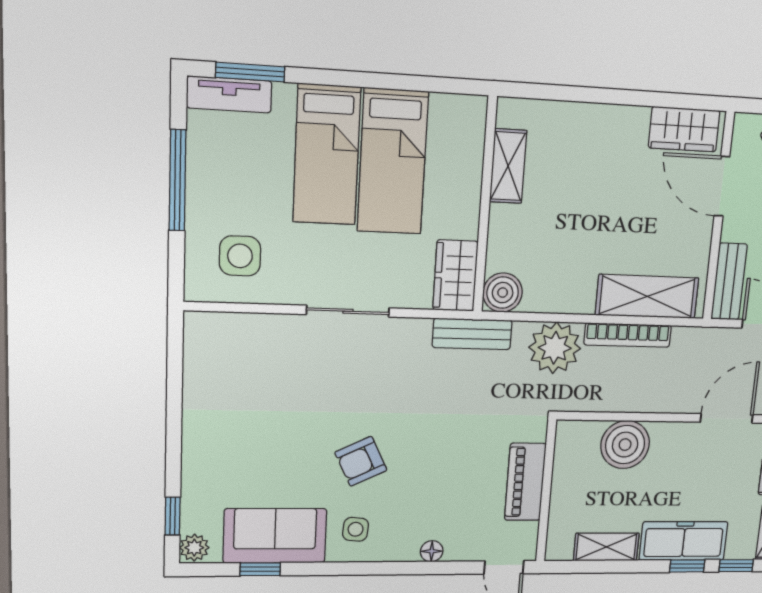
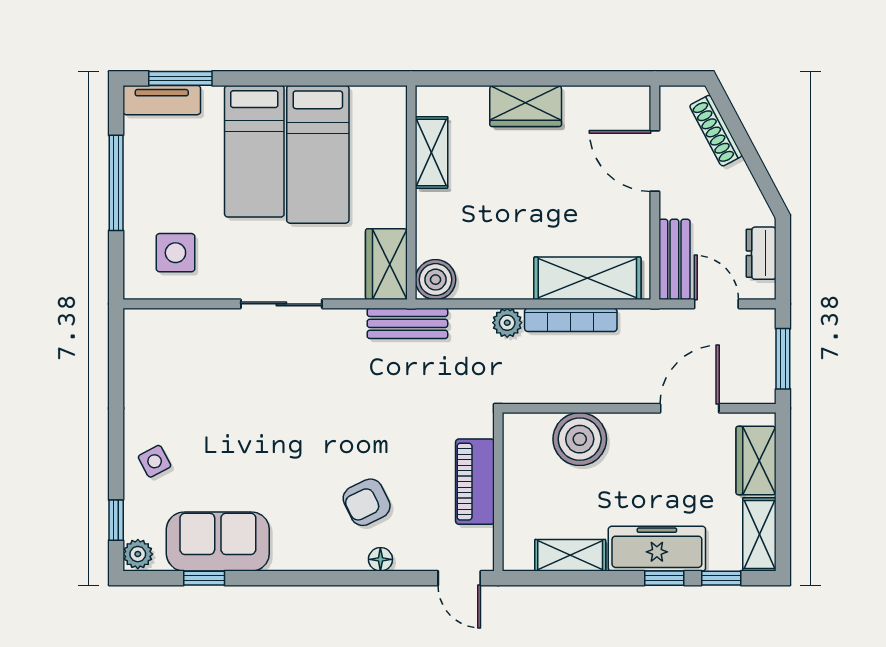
wardrobe: (684, 129) -> (526, 106), moved
plant: (555, 348) -> (507, 323), width x0.53, depth x0.53
armchair: (361, 461) -> (367, 502), moved
side table: (356, 529) -> (155, 461), moved, turned -33

